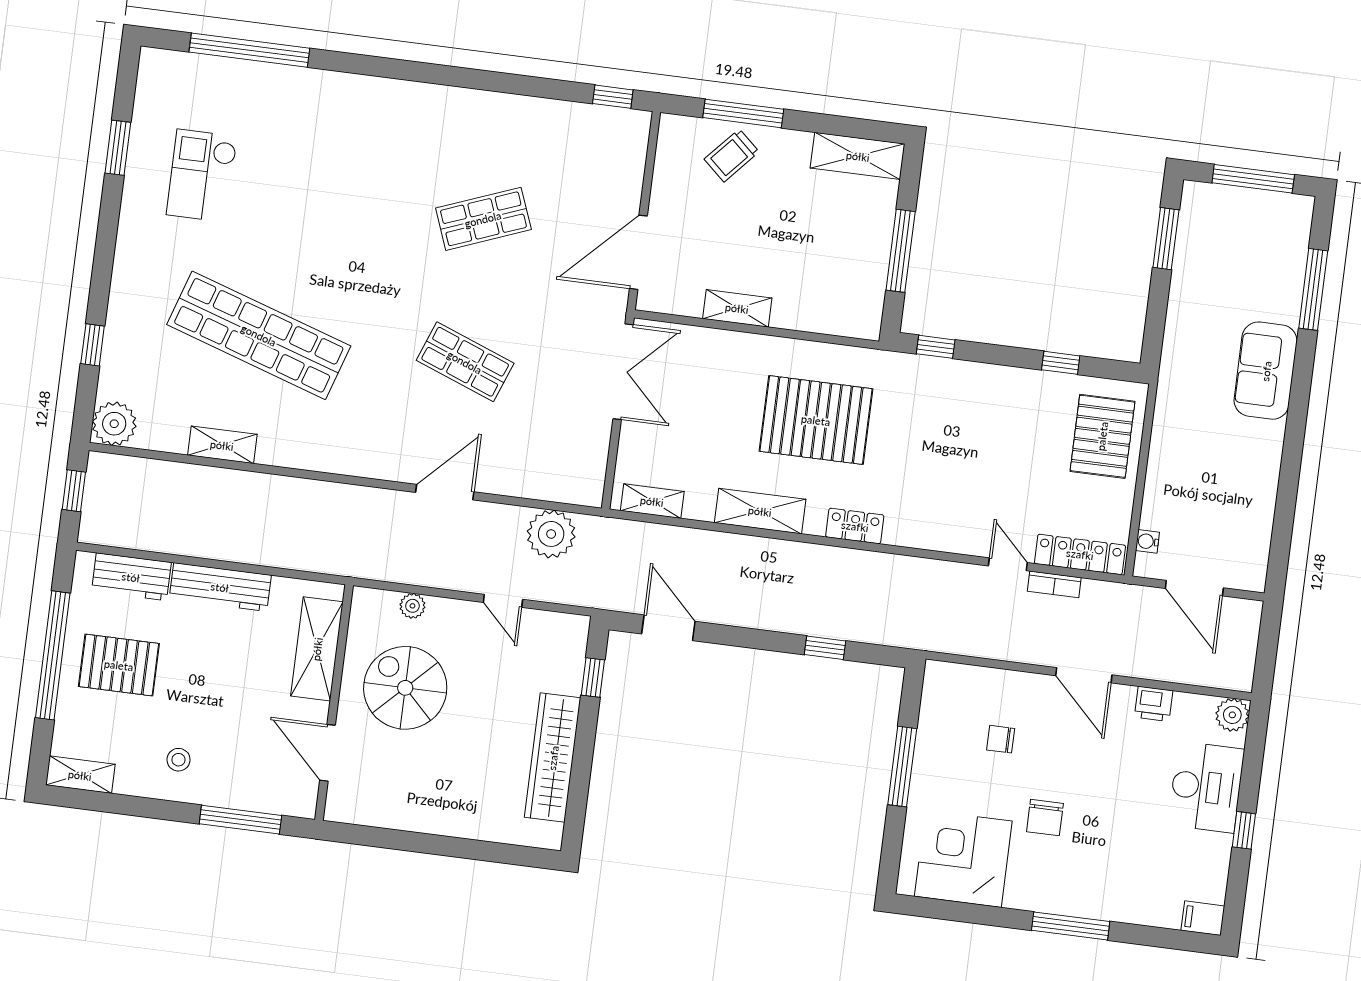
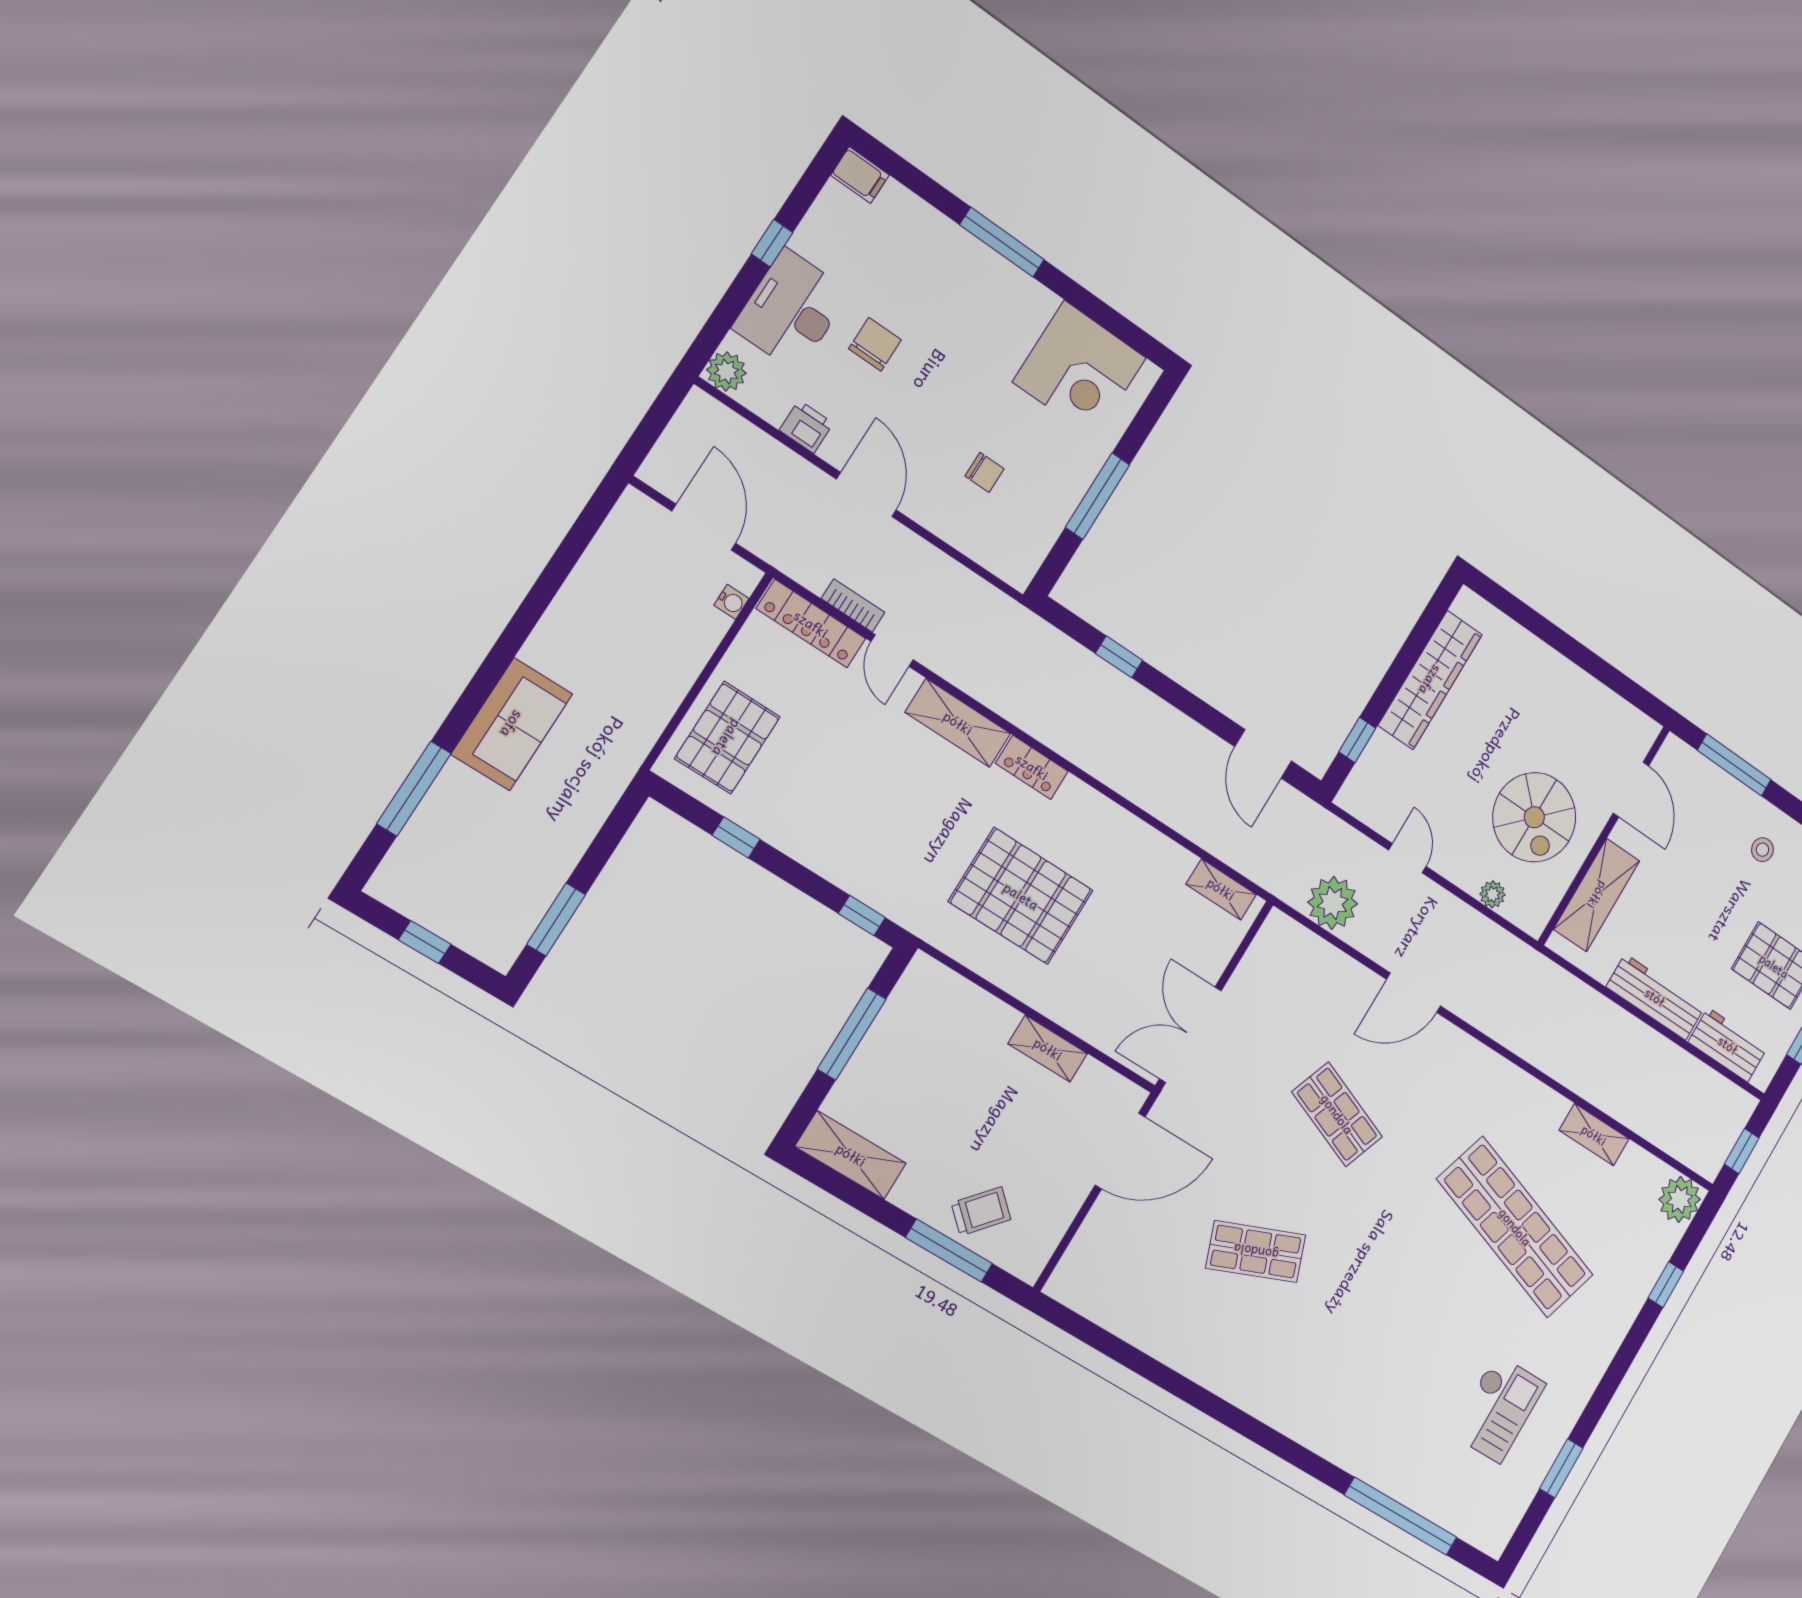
window: (613, 97) -> (1073, 1324), removed
window: (1253, 179) -> (425, 942), width x0.46
shelving: (760, 511) -> (958, 723), moved
chair: (1045, 818) -> (875, 344), moved

